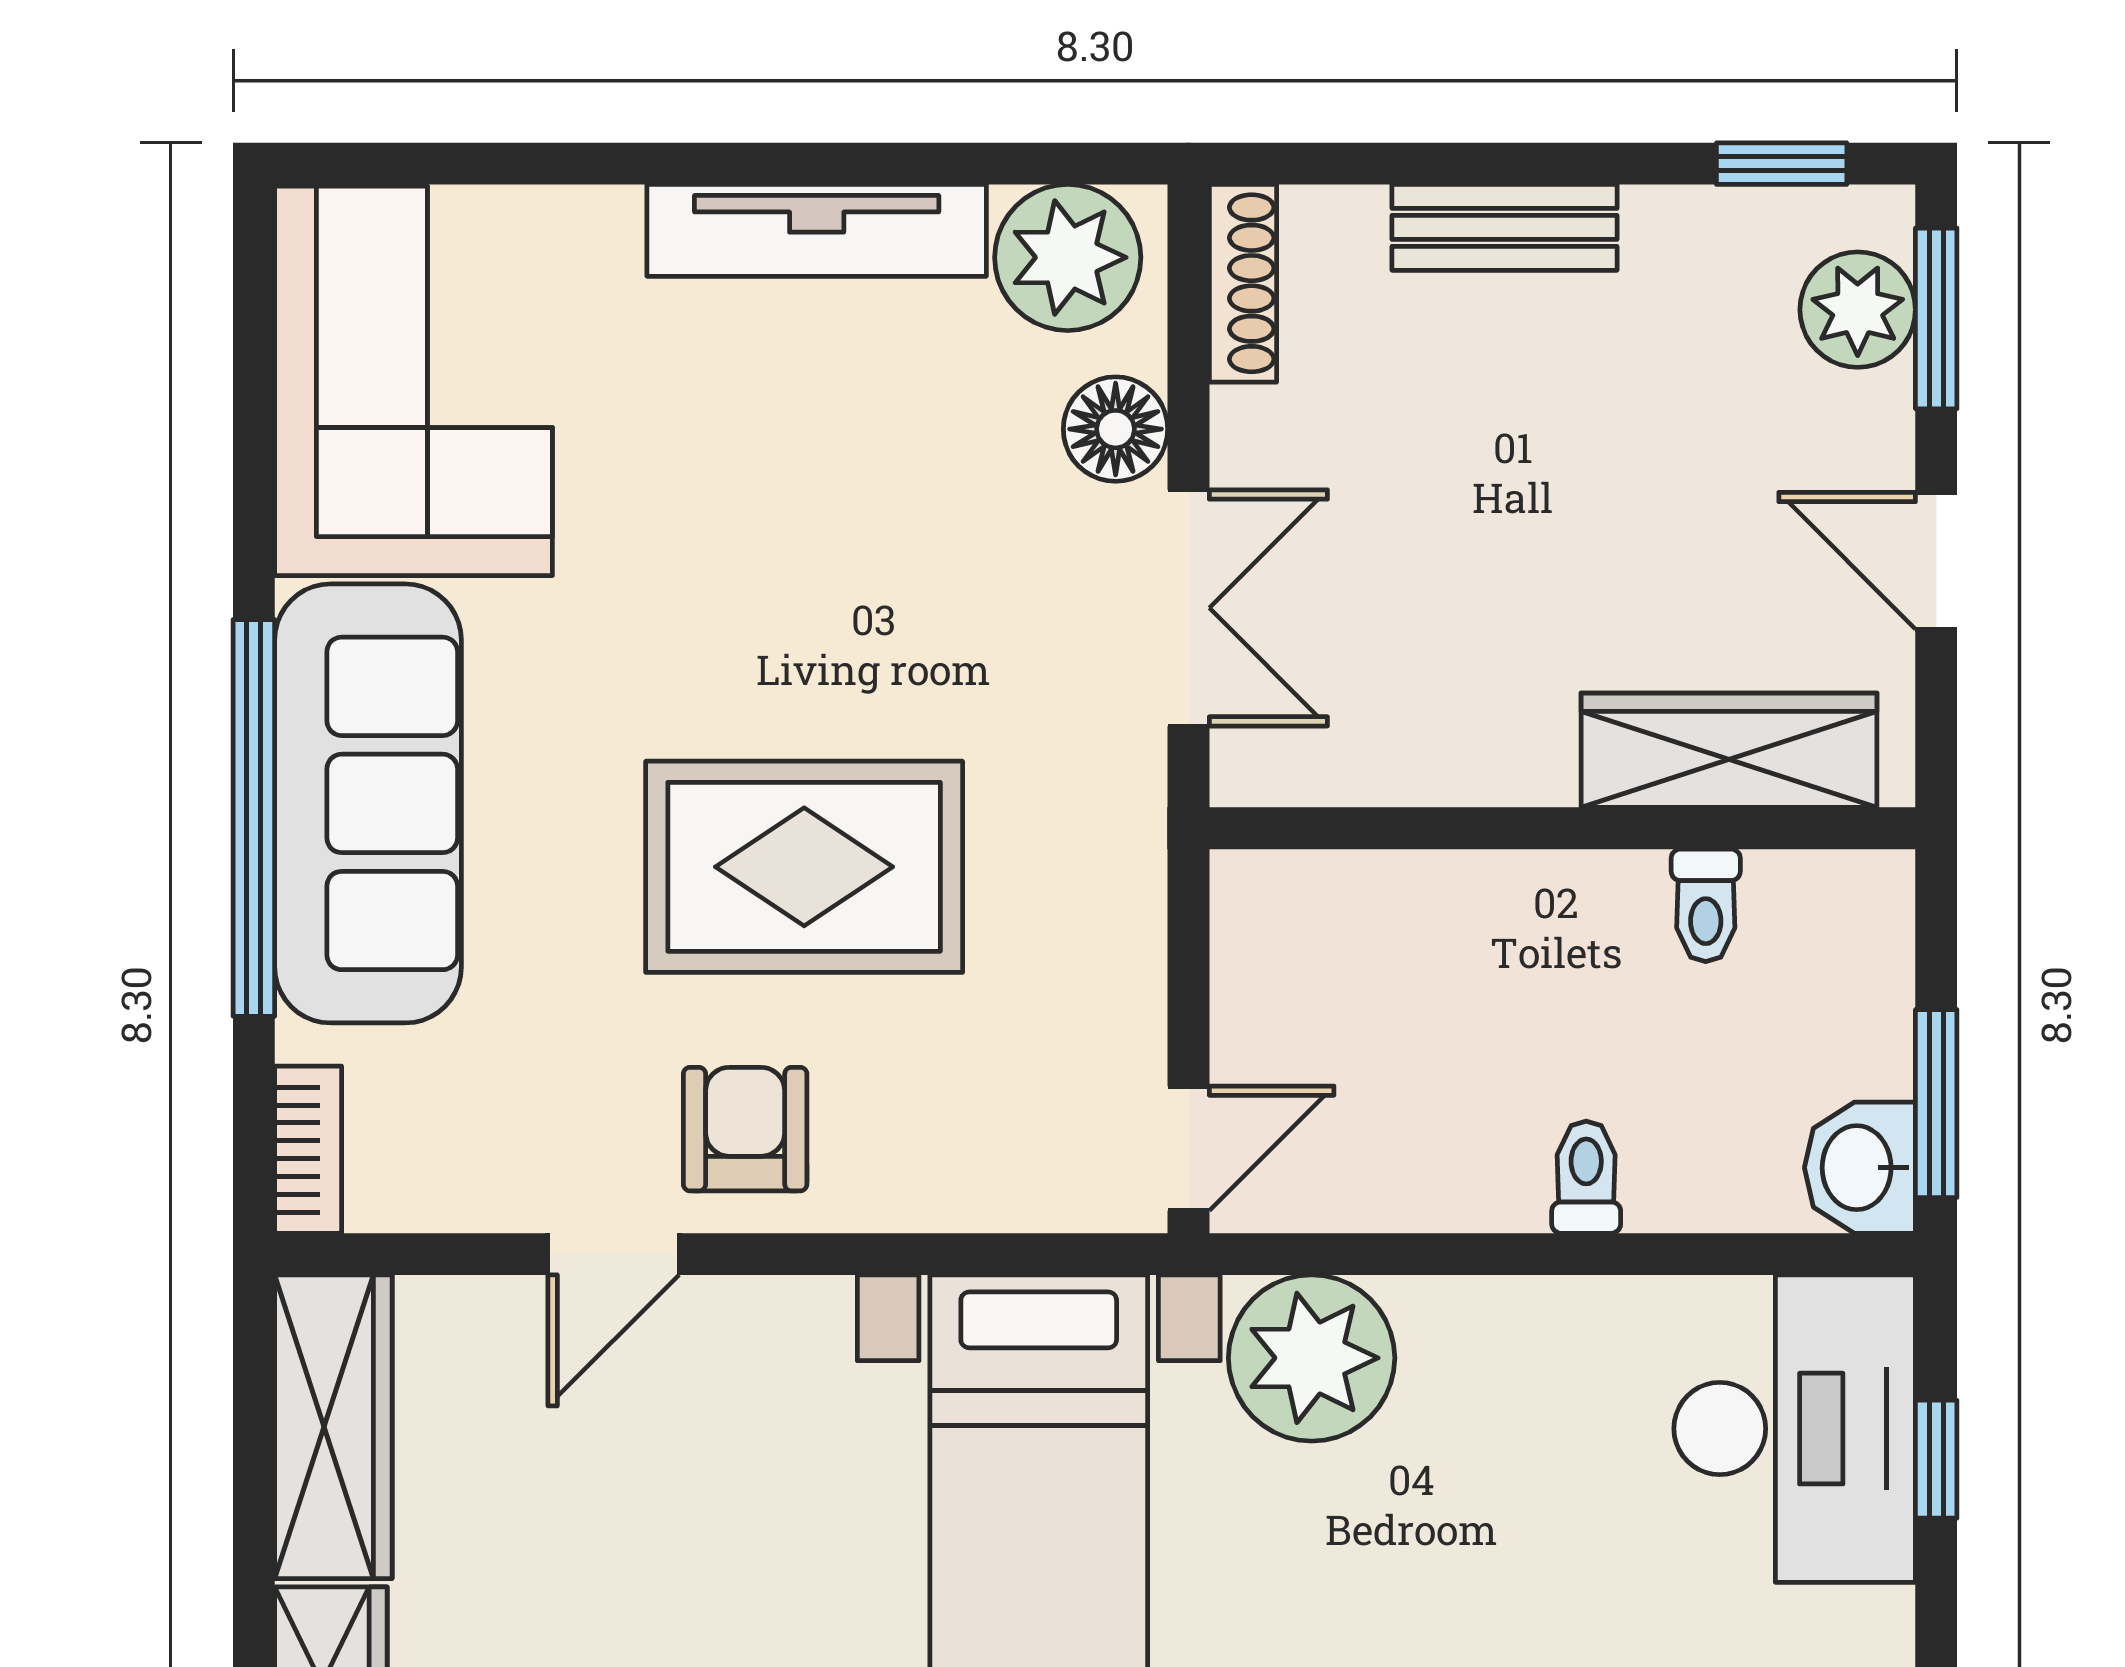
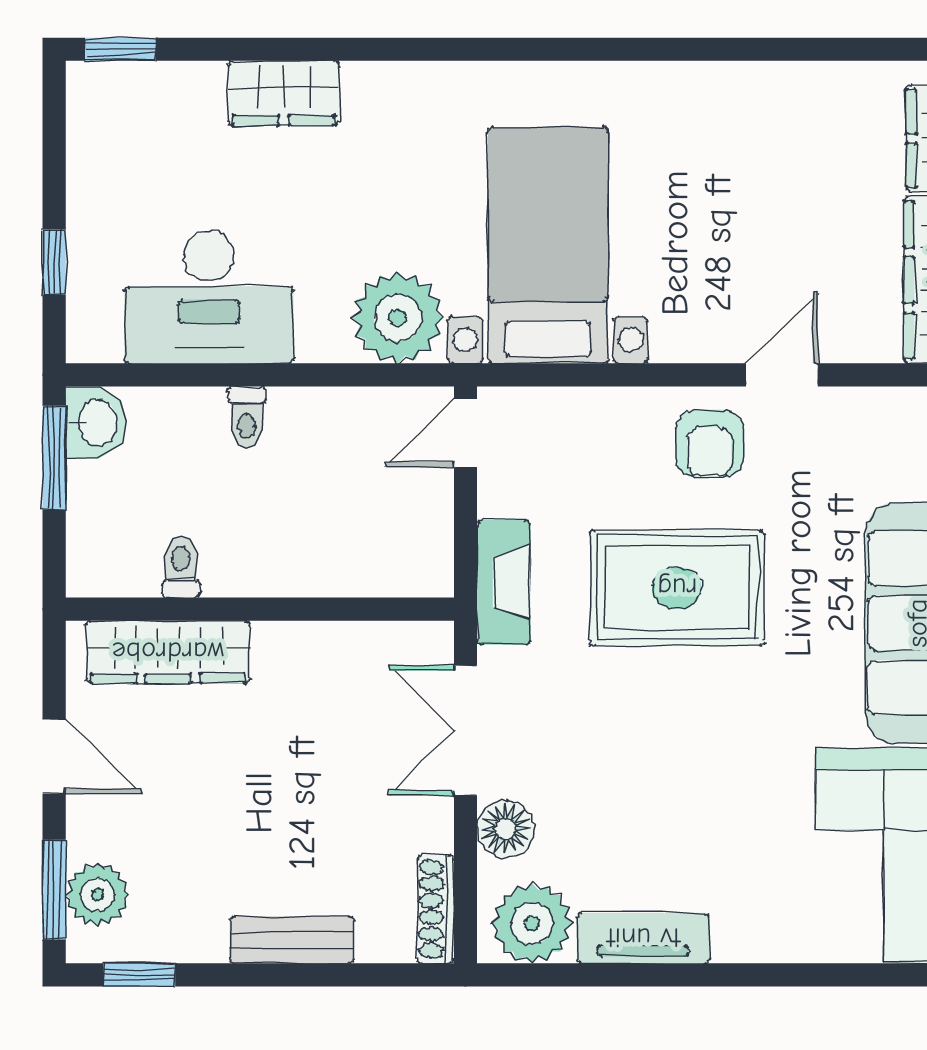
tv unit: (817, 230) -> (643, 938), width x0.71
fireplace: (1119, 877) -> (504, 582), added
desk: (1795, 1429) -> (209, 297), moved, turned -90

